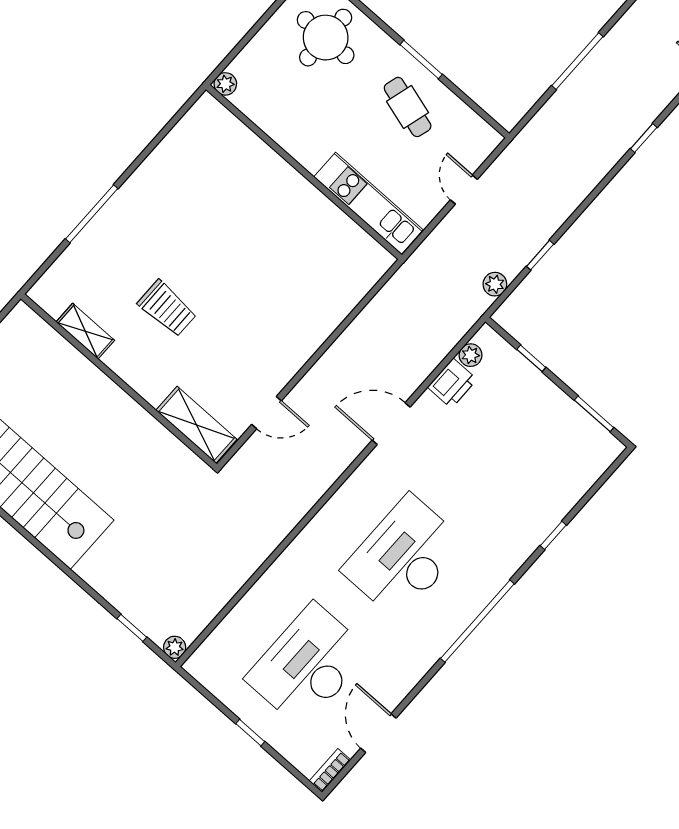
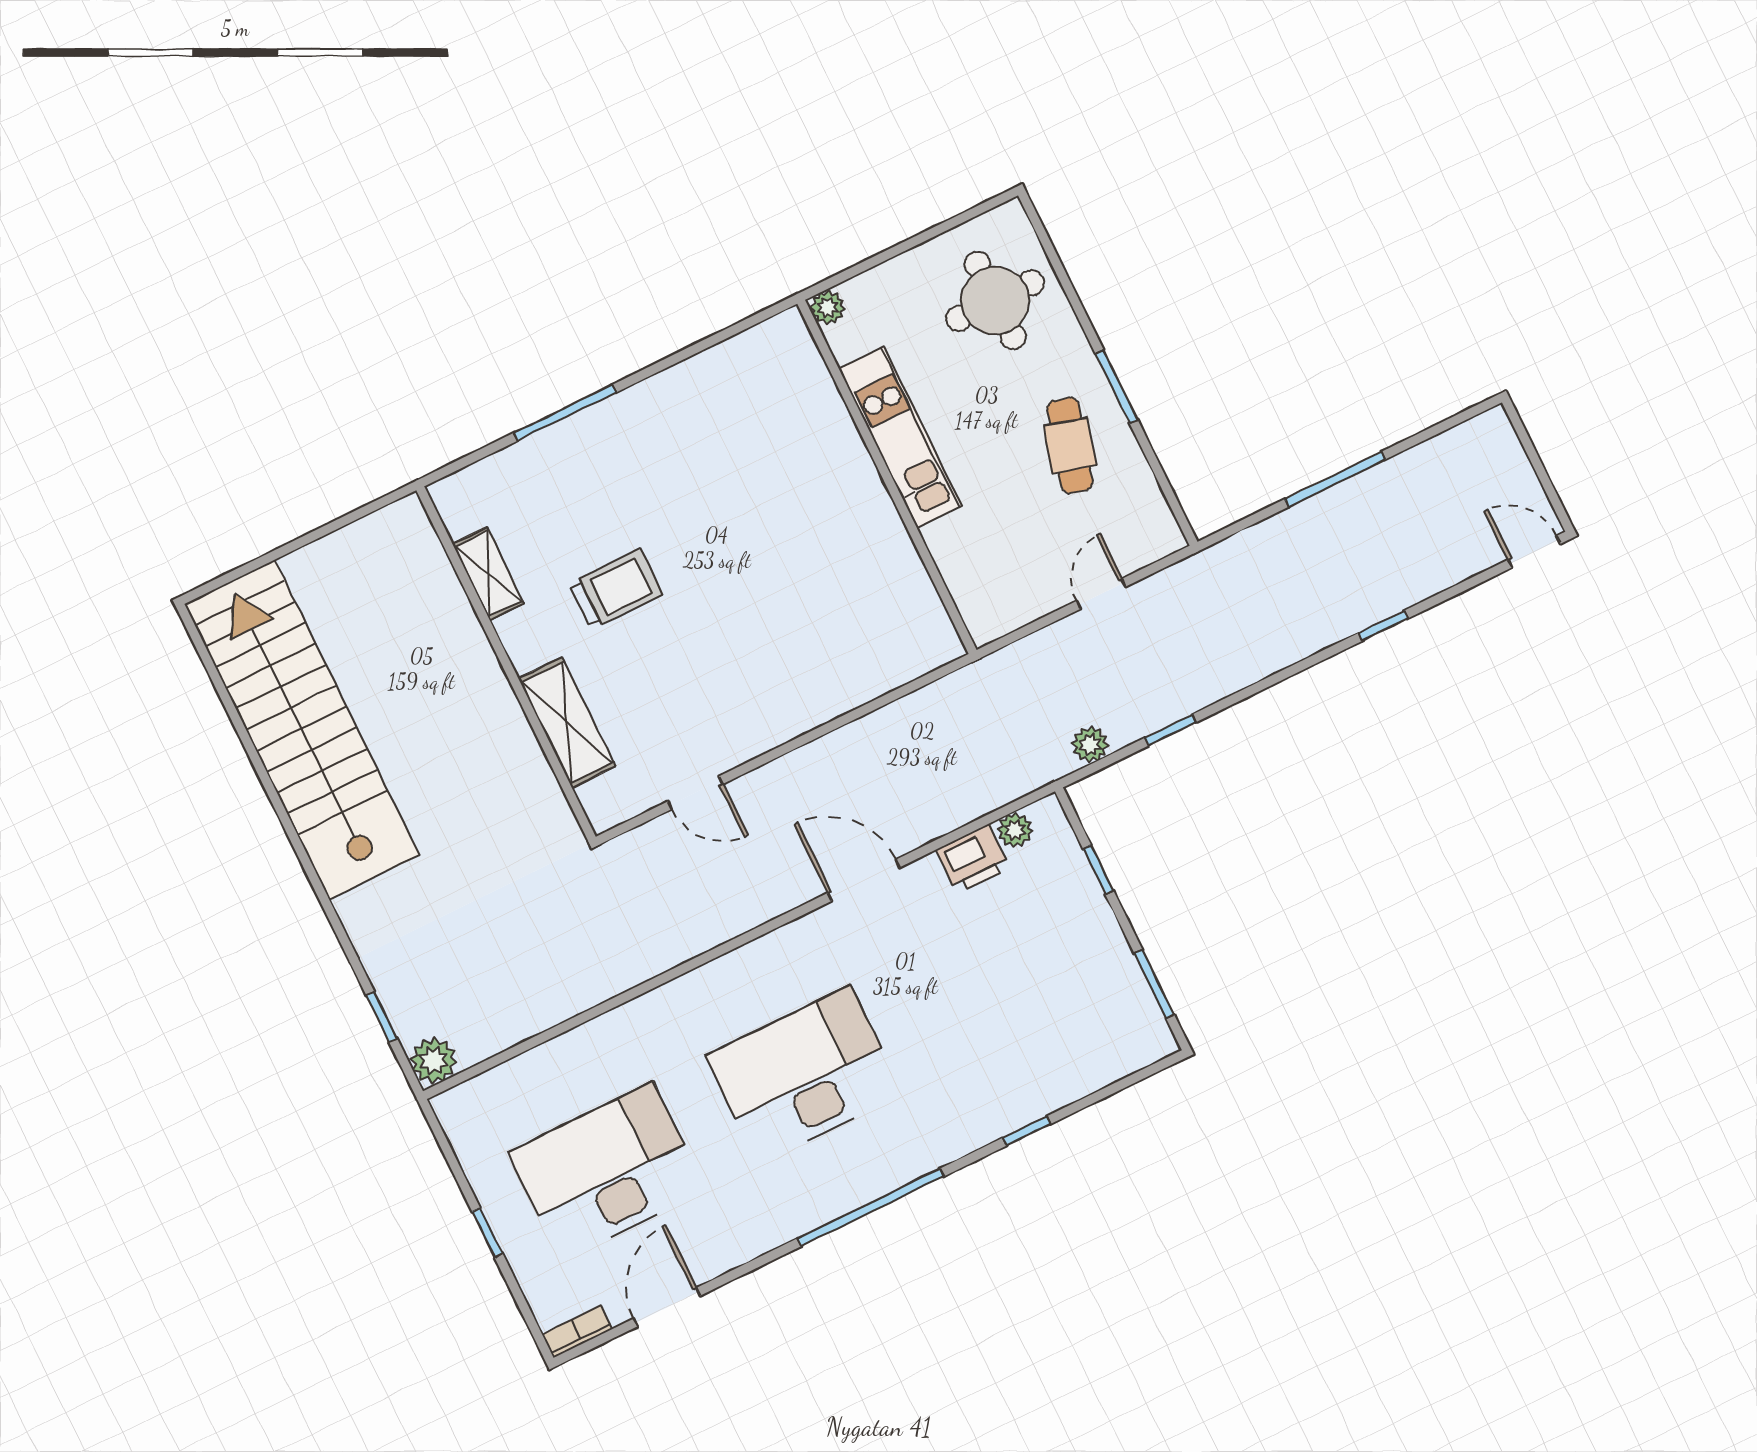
kitchen unit: (369, 203) -> (900, 437), moved
trolley: (167, 308) -> (616, 589), turned -90
shelving: (196, 425) -> (567, 722), moved
plant: (175, 647) -> (433, 1061), width x1.38, depth x1.38

